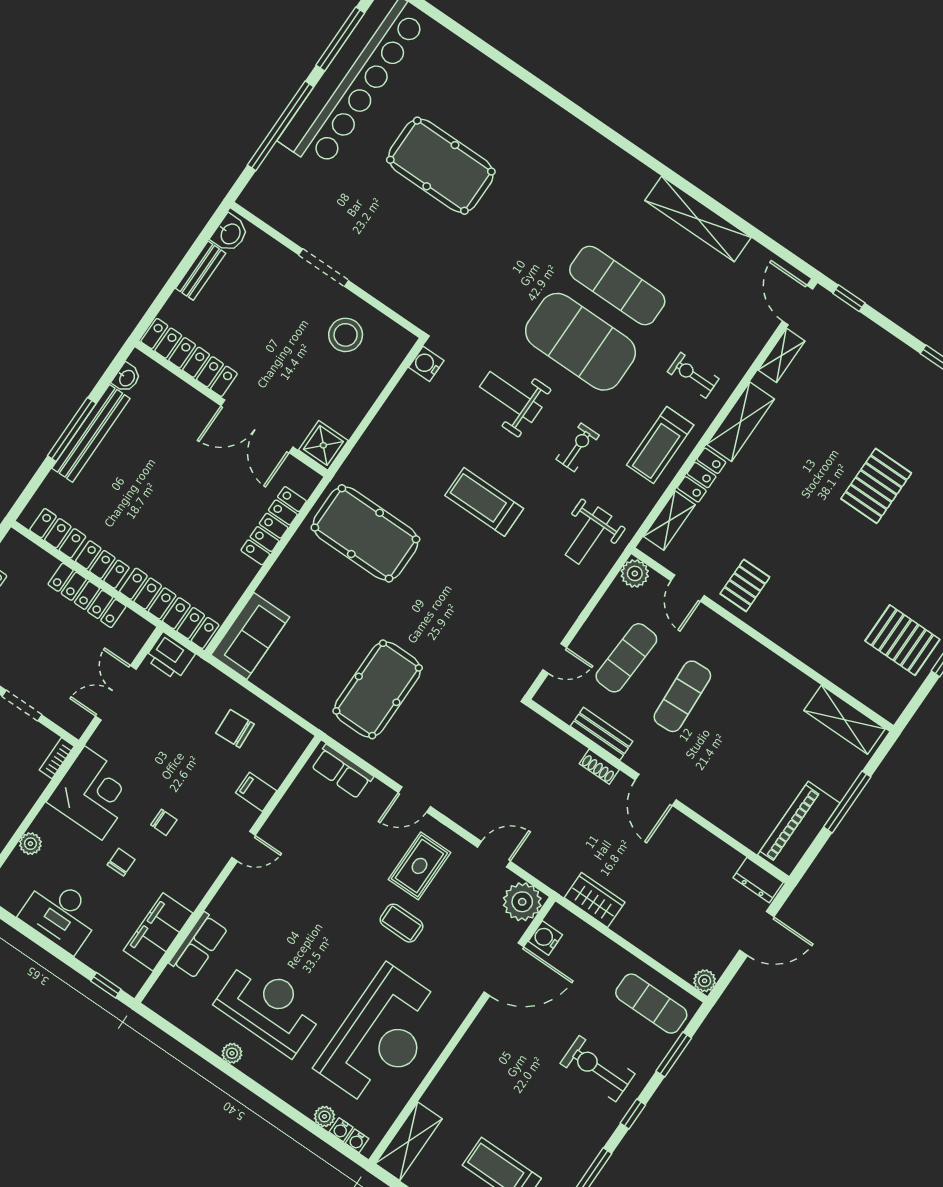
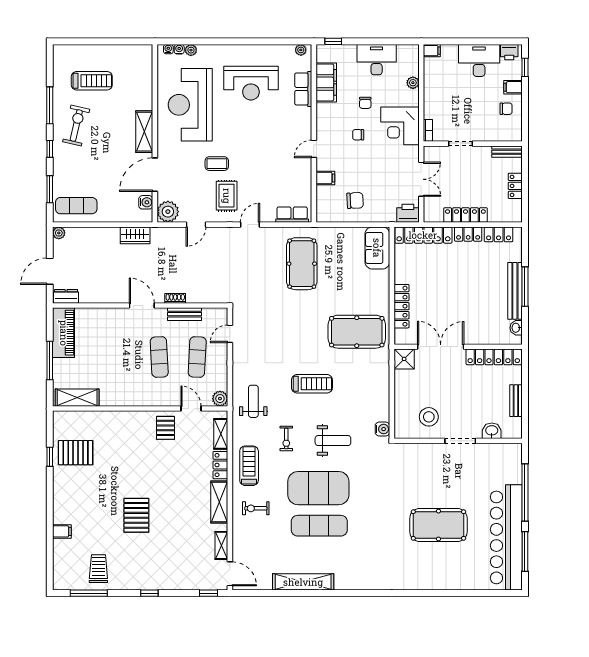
washbasin: (230, 233) -> (492, 431), moved, turned 90
exercise bike: (693, 375) -> (256, 508), turned 180
plant: (232, 1053) -> (301, 50), moved
exercise bike: (597, 1069) -> (76, 125), moved, turned -77
shelving: (409, 1141) -> (144, 132), moved

